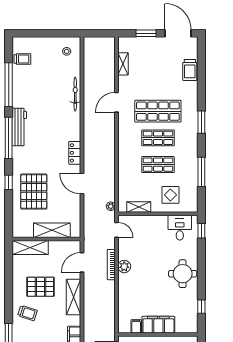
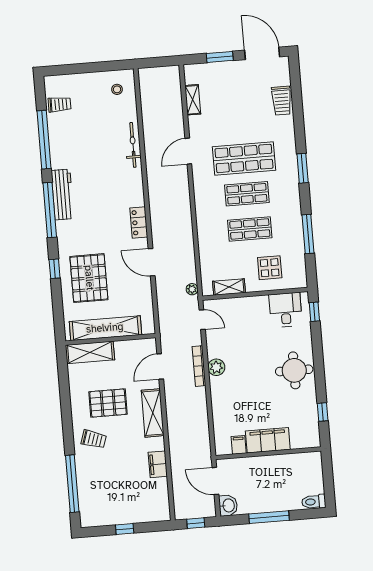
shelving: (52, 230) -> (105, 328), width x1.47

